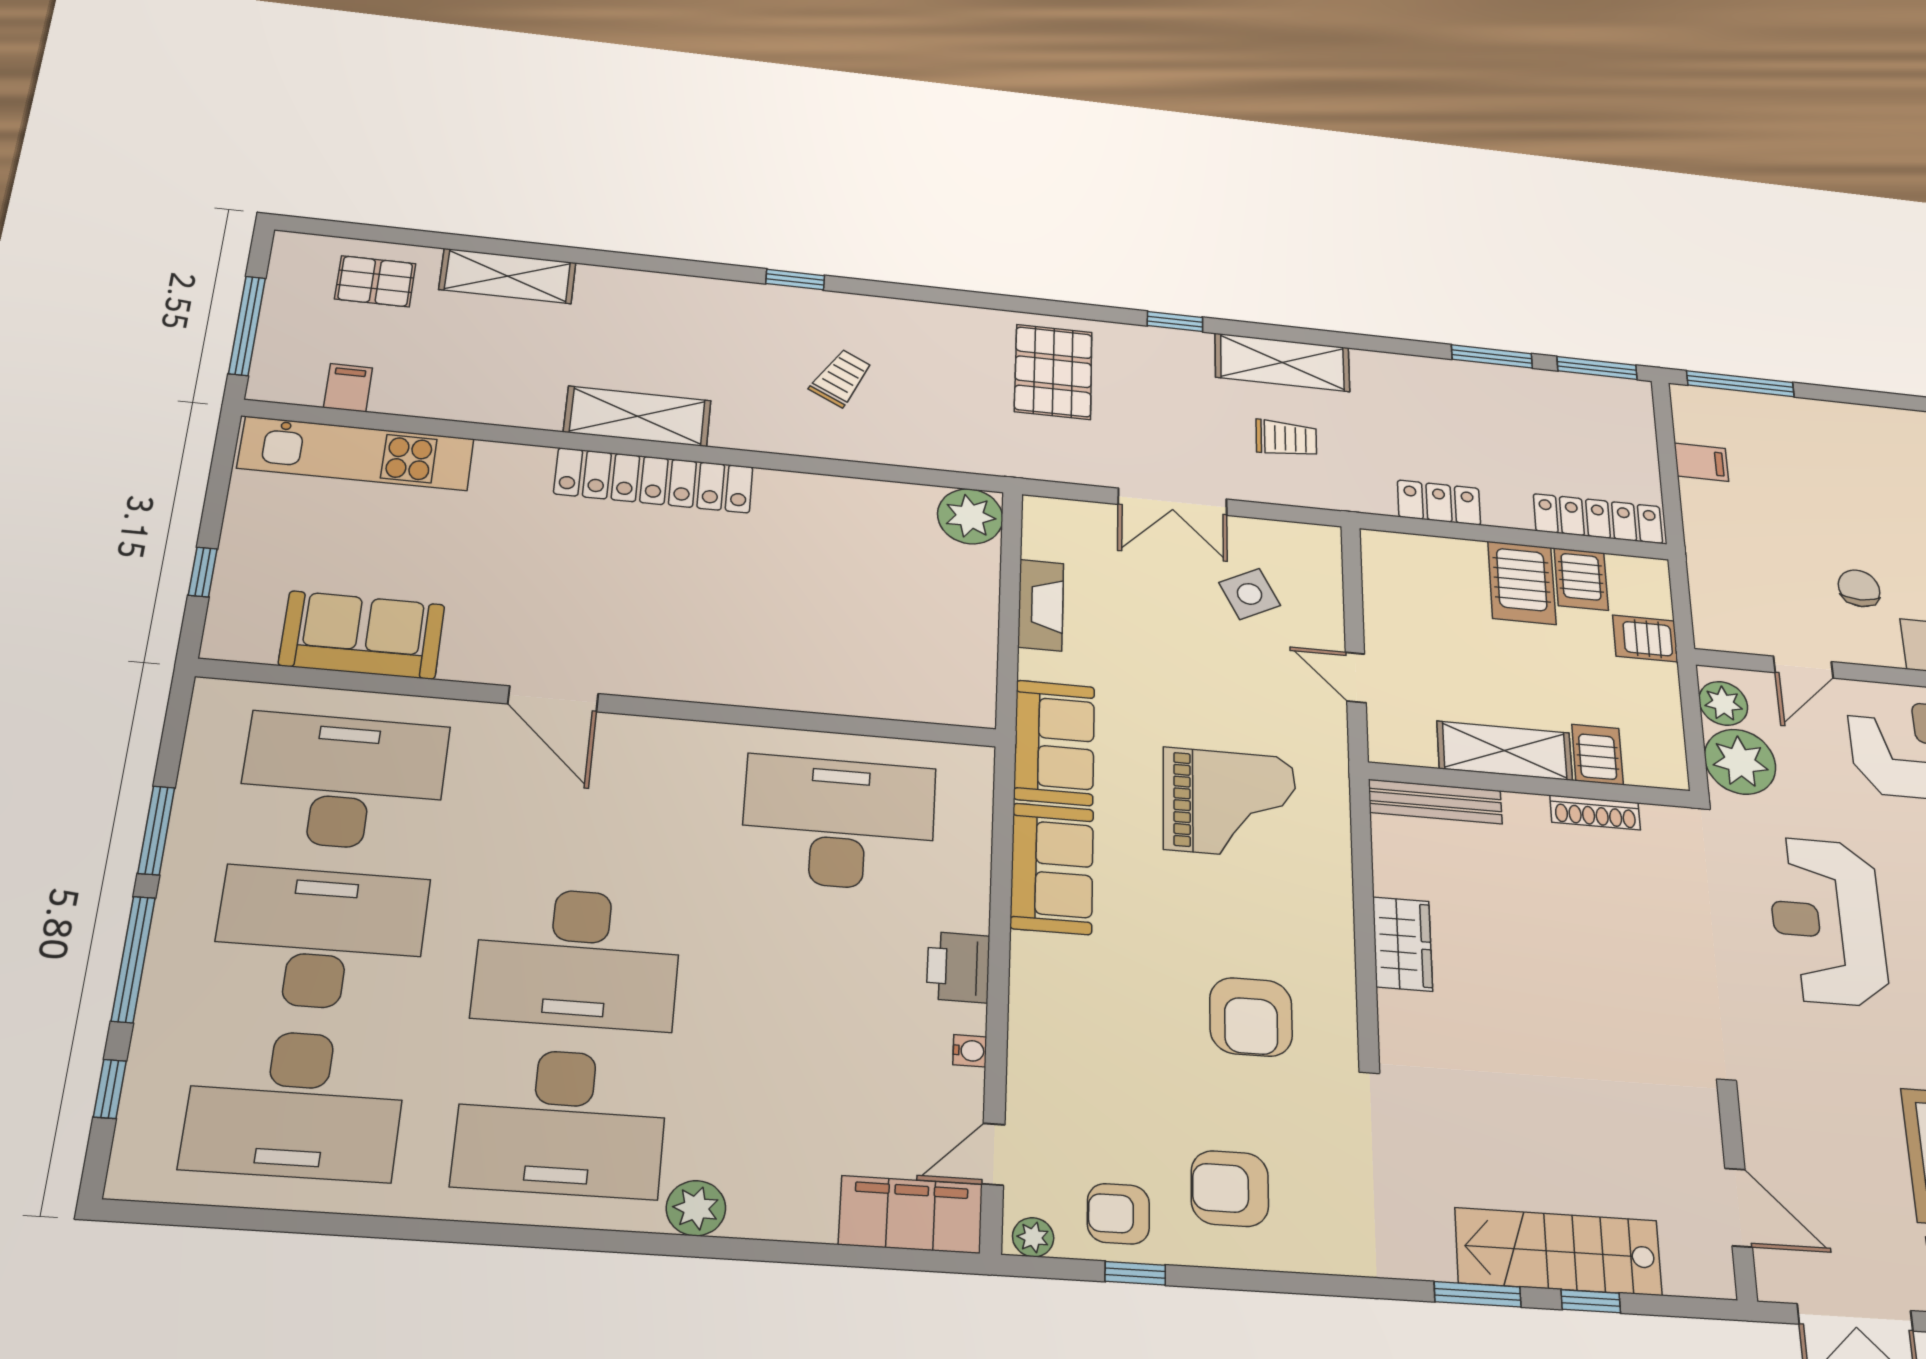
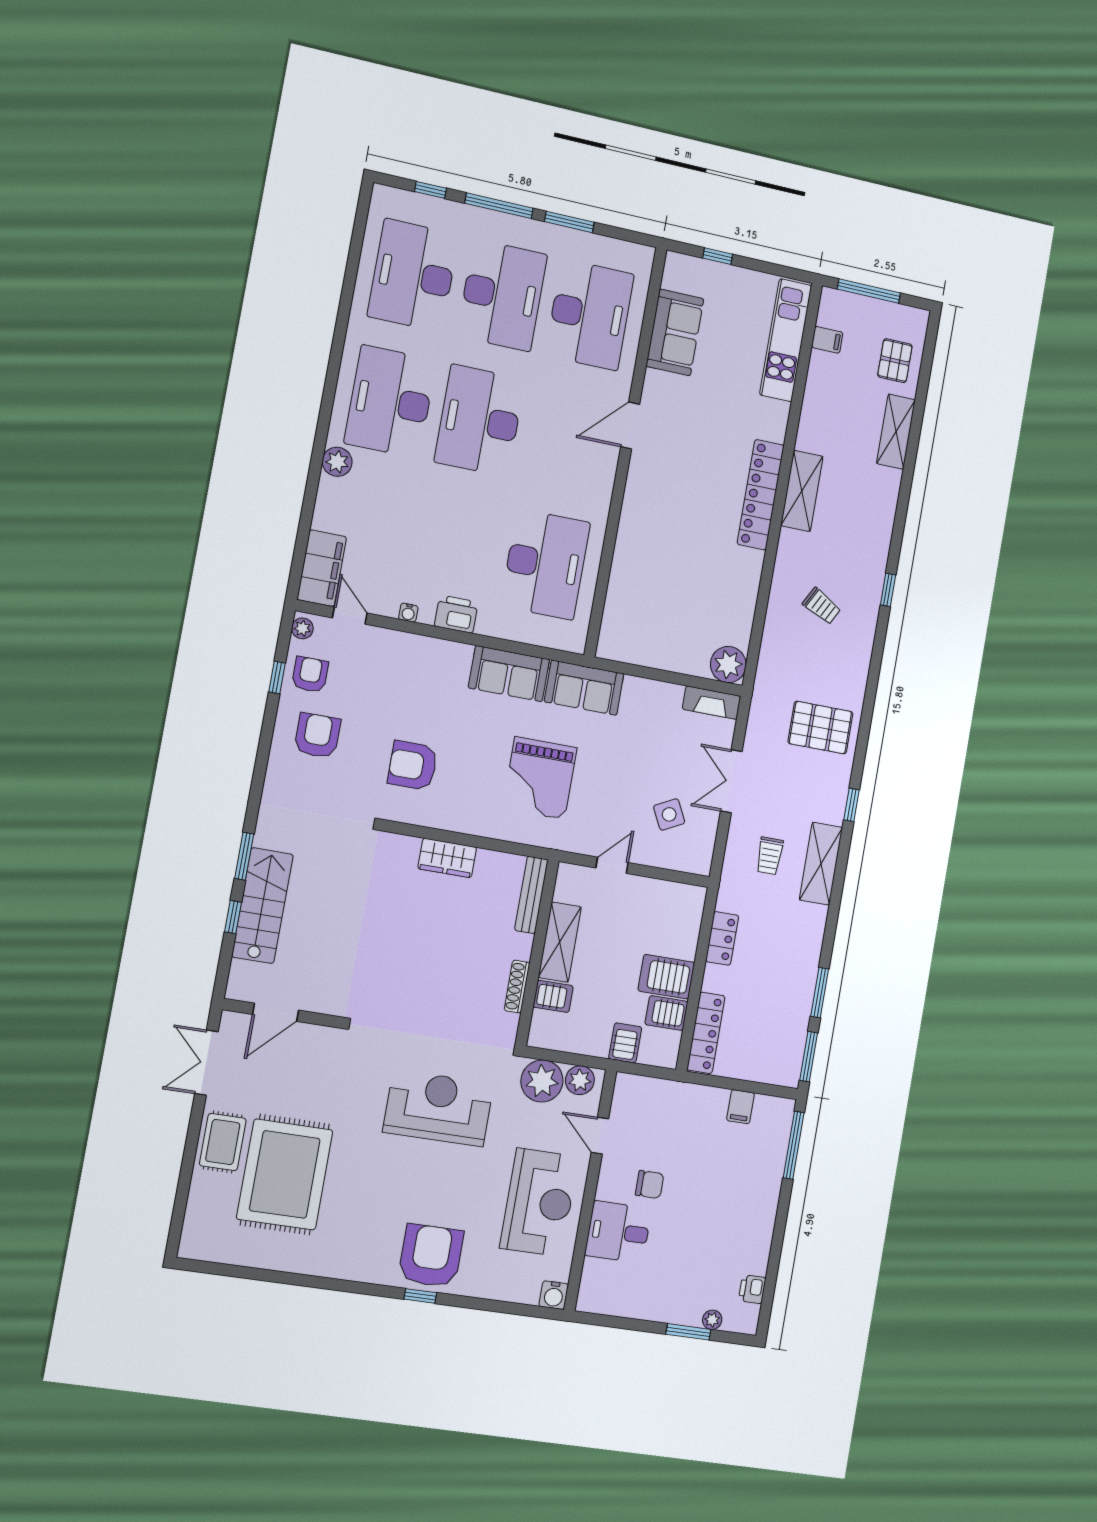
fireplace: (1041, 605) -> (712, 703), moved

